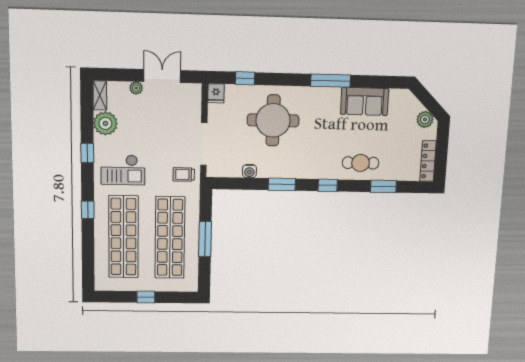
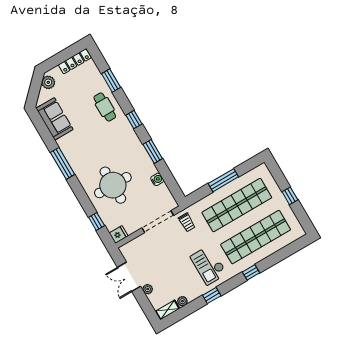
sofa: (365, 101) -> (55, 119), moved
plant: (105, 123) -> (182, 301), width x0.53, depth x0.53
checkout: (123, 170) -> (209, 265), turned 180

